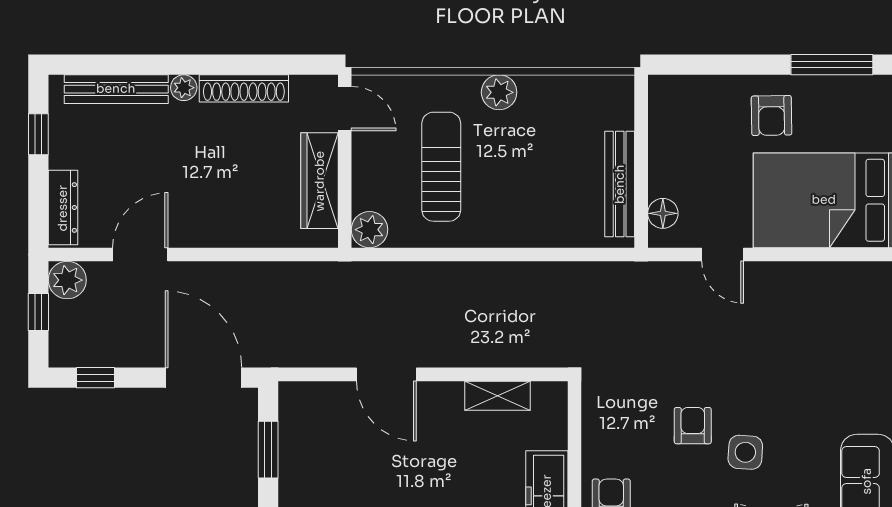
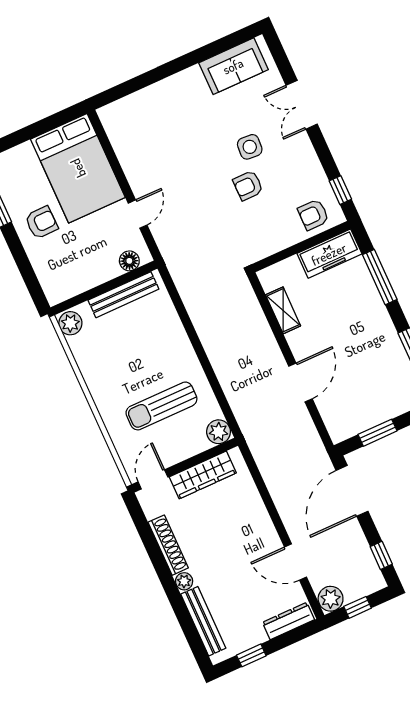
plant: (499, 92) -> (70, 323), moved

